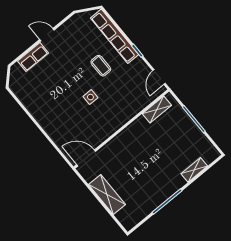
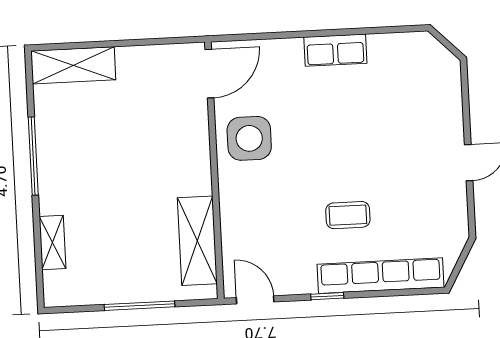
row of seats: (33, 57) -> (335, 50), moved, turned -90
side table: (90, 97) -> (249, 138), moved, width x1.87, depth x1.87
shelving: (157, 110) -> (197, 241), width x1.50, depth x1.33
shelving: (107, 194) -> (73, 65), moved

